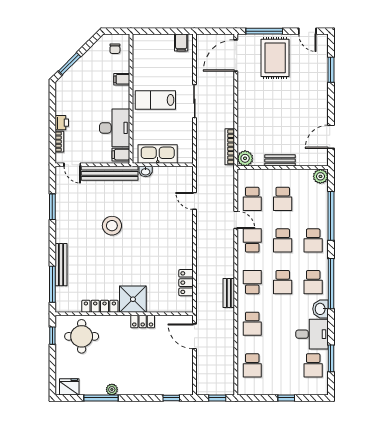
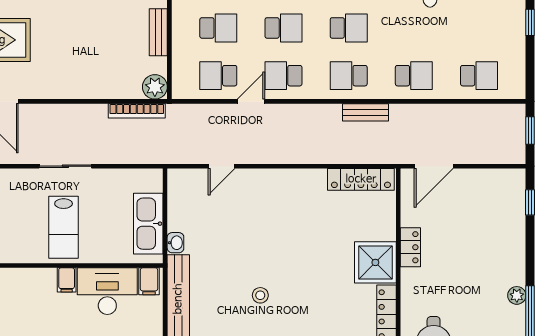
filing cabinet: (122, 79) -> (67, 280), moved
school desk: (252, 199) -> (218, 76), turned 180
stool: (112, 226) -> (260, 295), width x0.53, depth x0.53
locker: (186, 283) -> (361, 179), width x1.53

